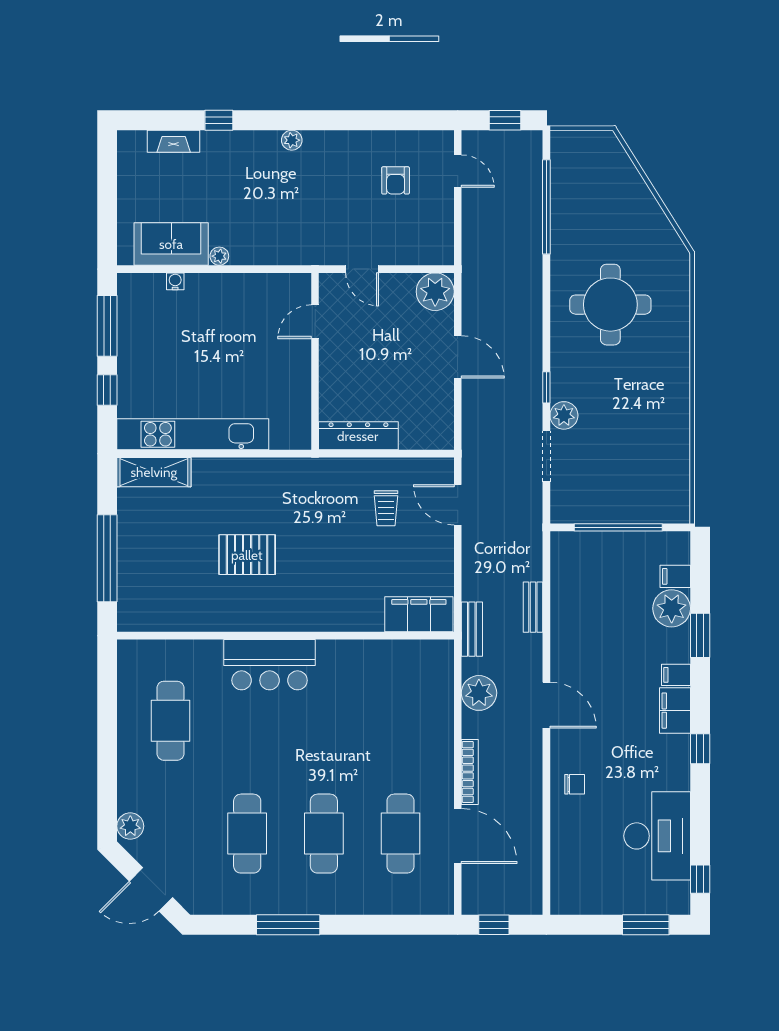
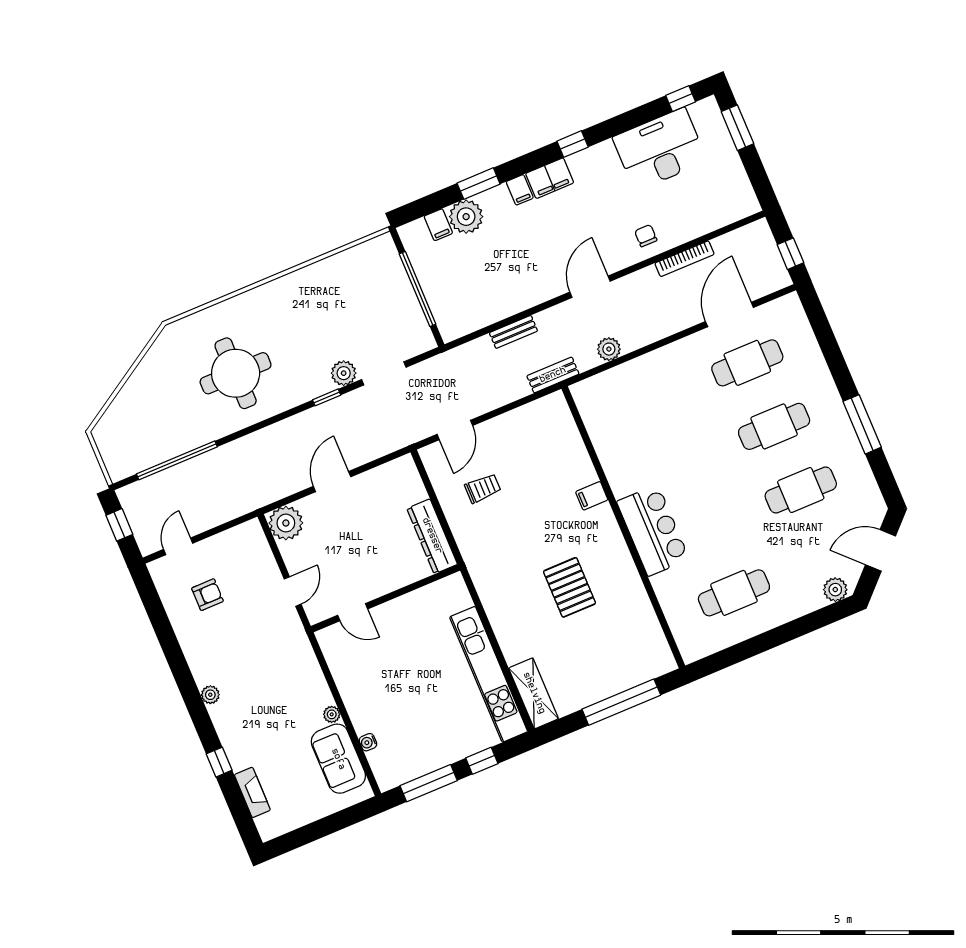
filing cabinet: (419, 614) -> (592, 496), moved, width x0.33, depth x0.86
plant: (479, 693) -> (609, 349), width x0.73, depth x0.73
bookcase: (470, 772) -> (685, 259), moved, turned 180
door: (151, 889) -> (881, 550), swing flipped

